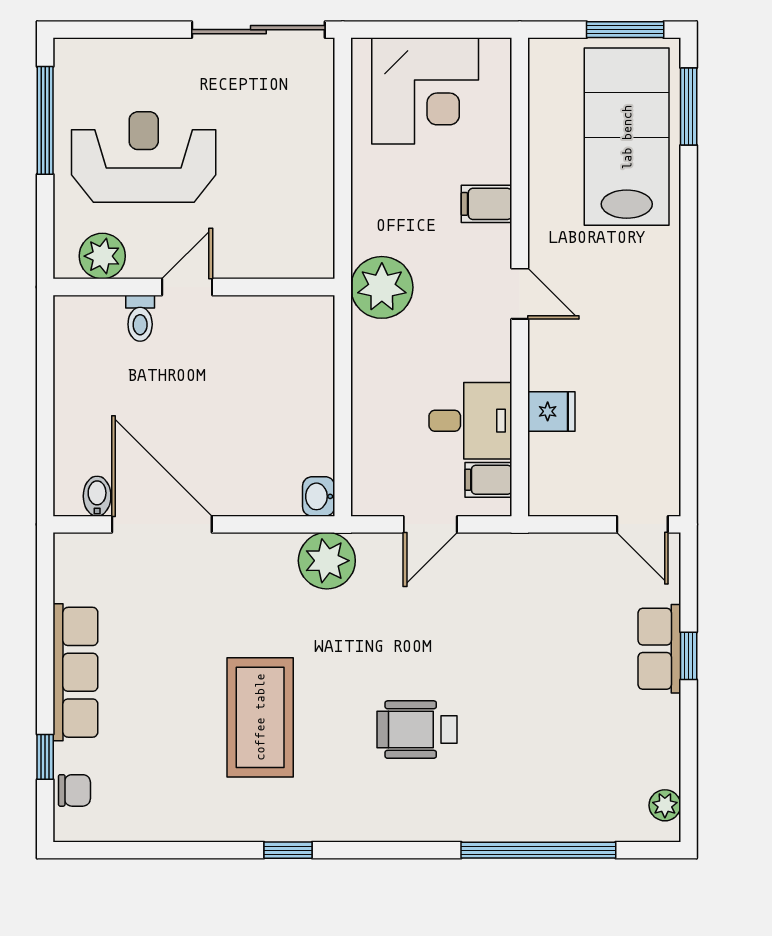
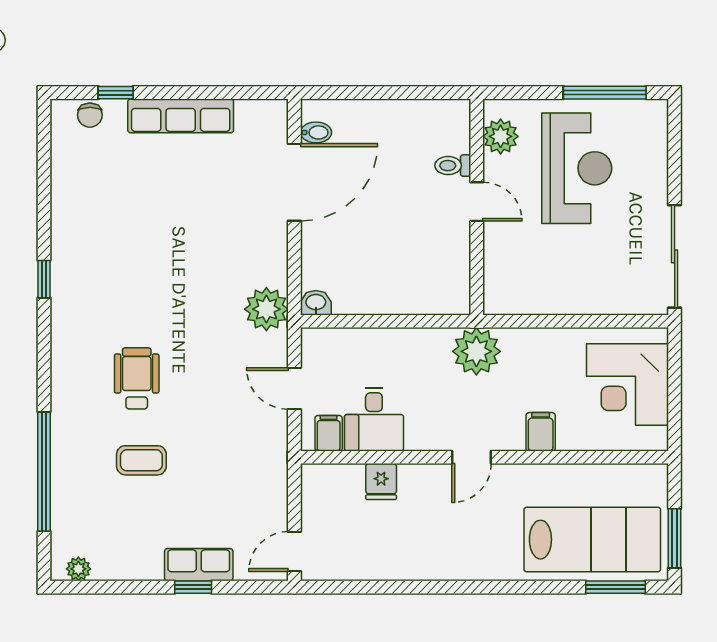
coffee table: (260, 717) -> (141, 460), moved, width x0.54, depth x0.58

